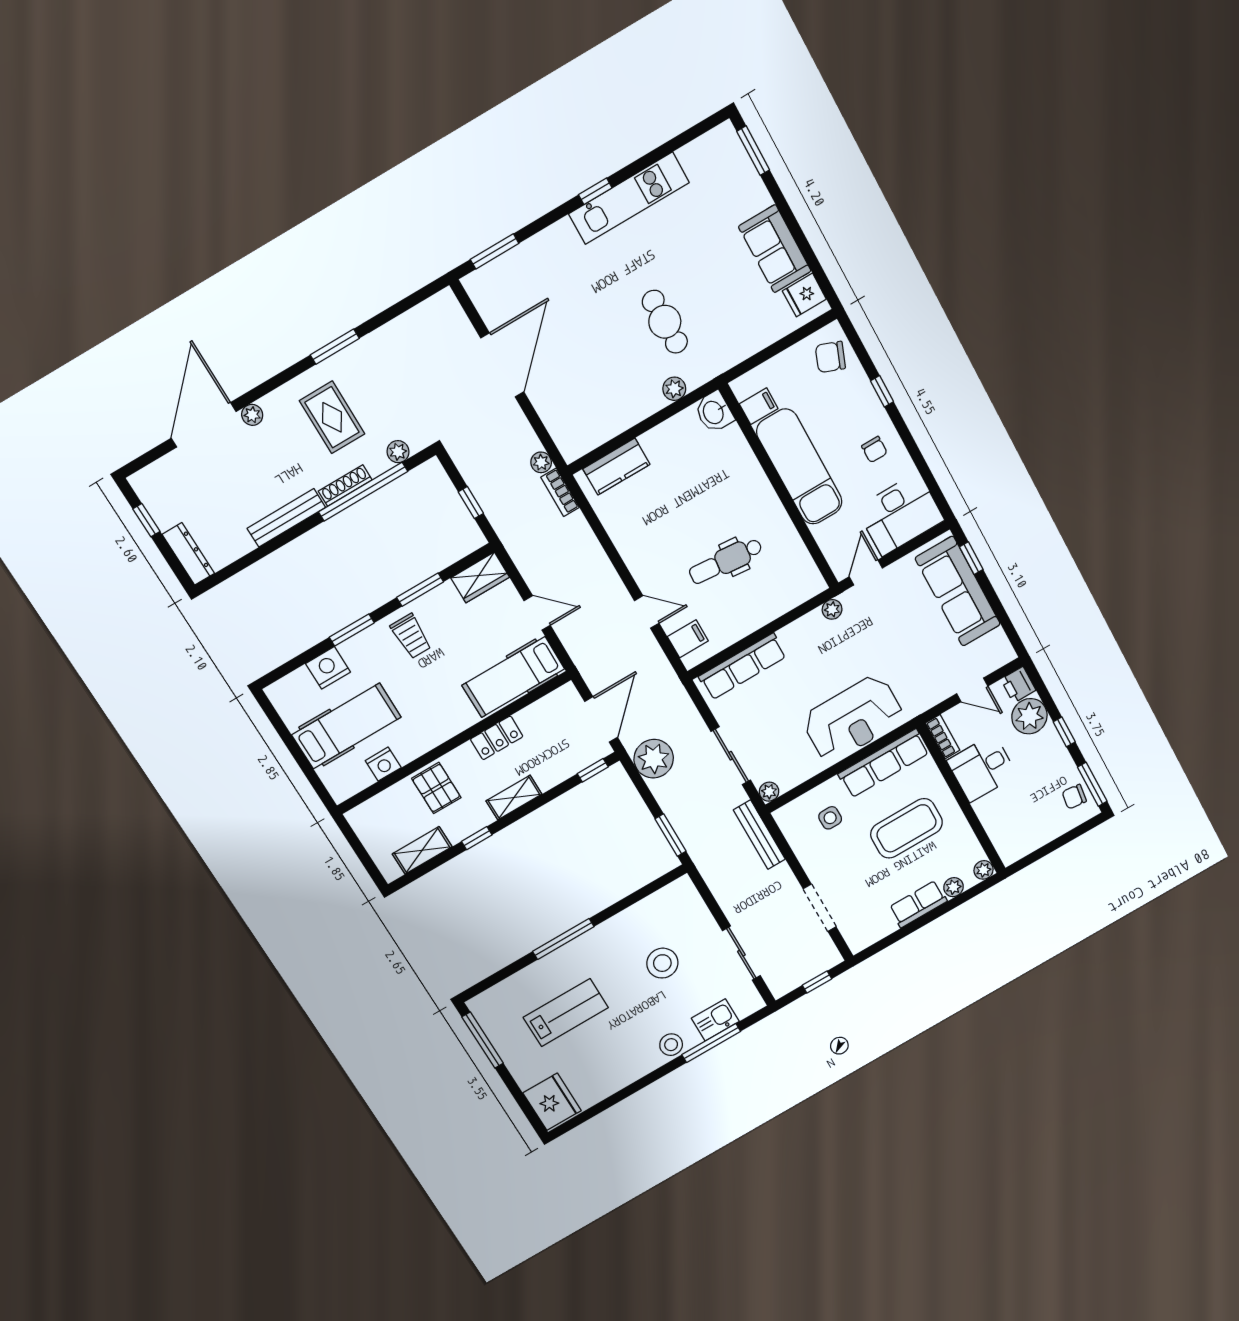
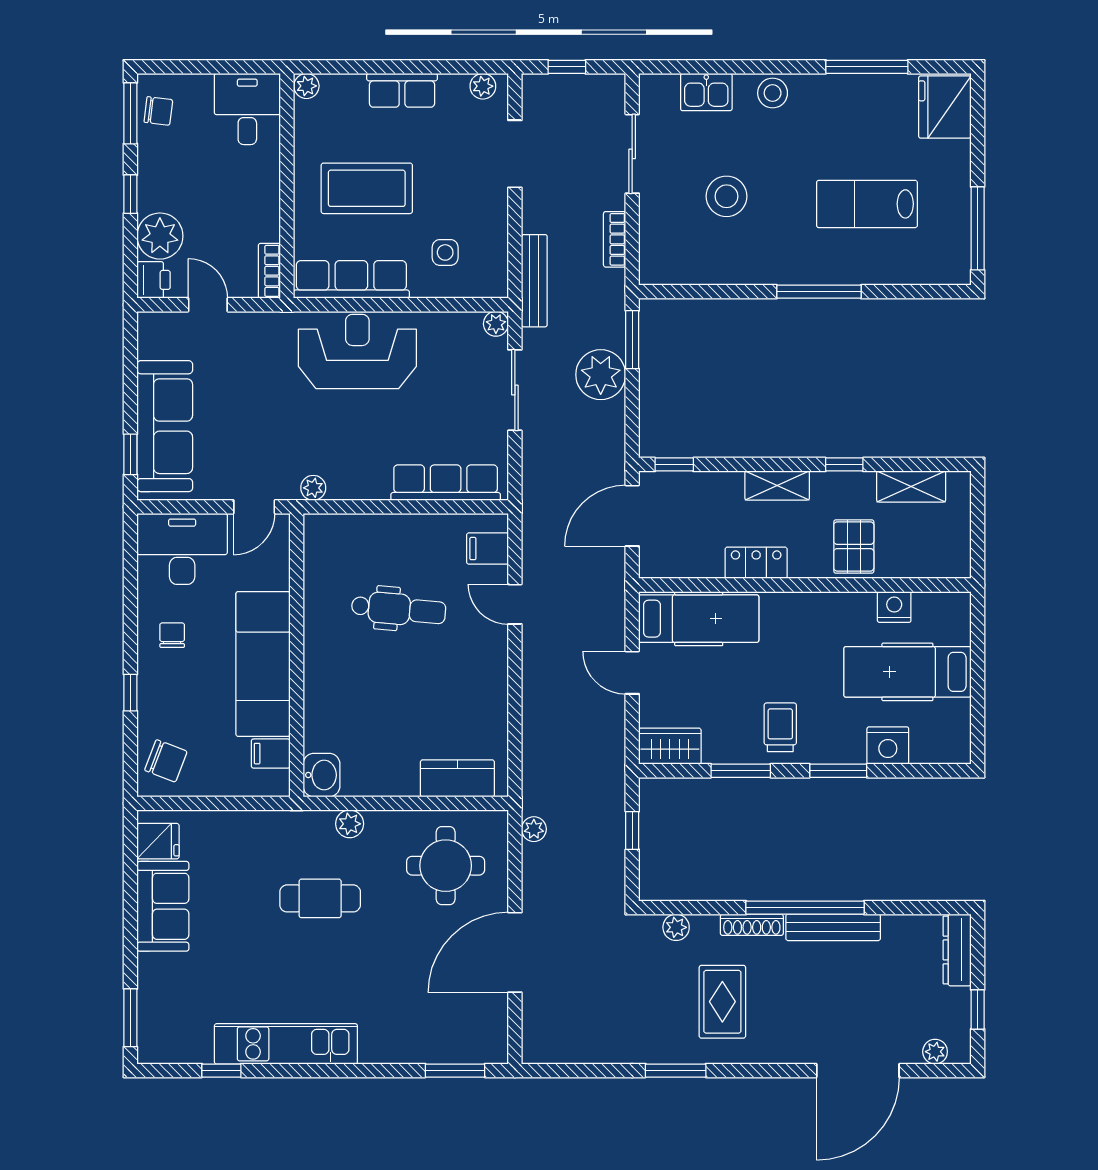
window: (595, 191) -> (221, 1071), moved
cafe table: (665, 322) -> (320, 898), turned 90
round table: (589, 399) -> (446, 866), added
plant: (252, 415) -> (935, 1052), moved
window: (363, 492) -> (805, 908), moved
bookcase: (560, 492) -> (615, 239), moved, turned 180
plant: (654, 759) -> (601, 375), moved
desk: (982, 768) -> (247, 109), moved, turned -90
plant: (954, 887) -> (483, 86), moved
window: (711, 1043) -> (867, 67), moved

